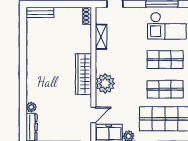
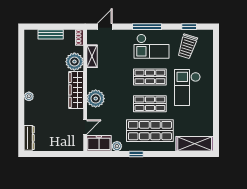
bench: (40, 12) -> (51, 34), moved
plant: (82, 43) -> (74, 62), added
plant: (31, 107) -> (29, 96), moved

